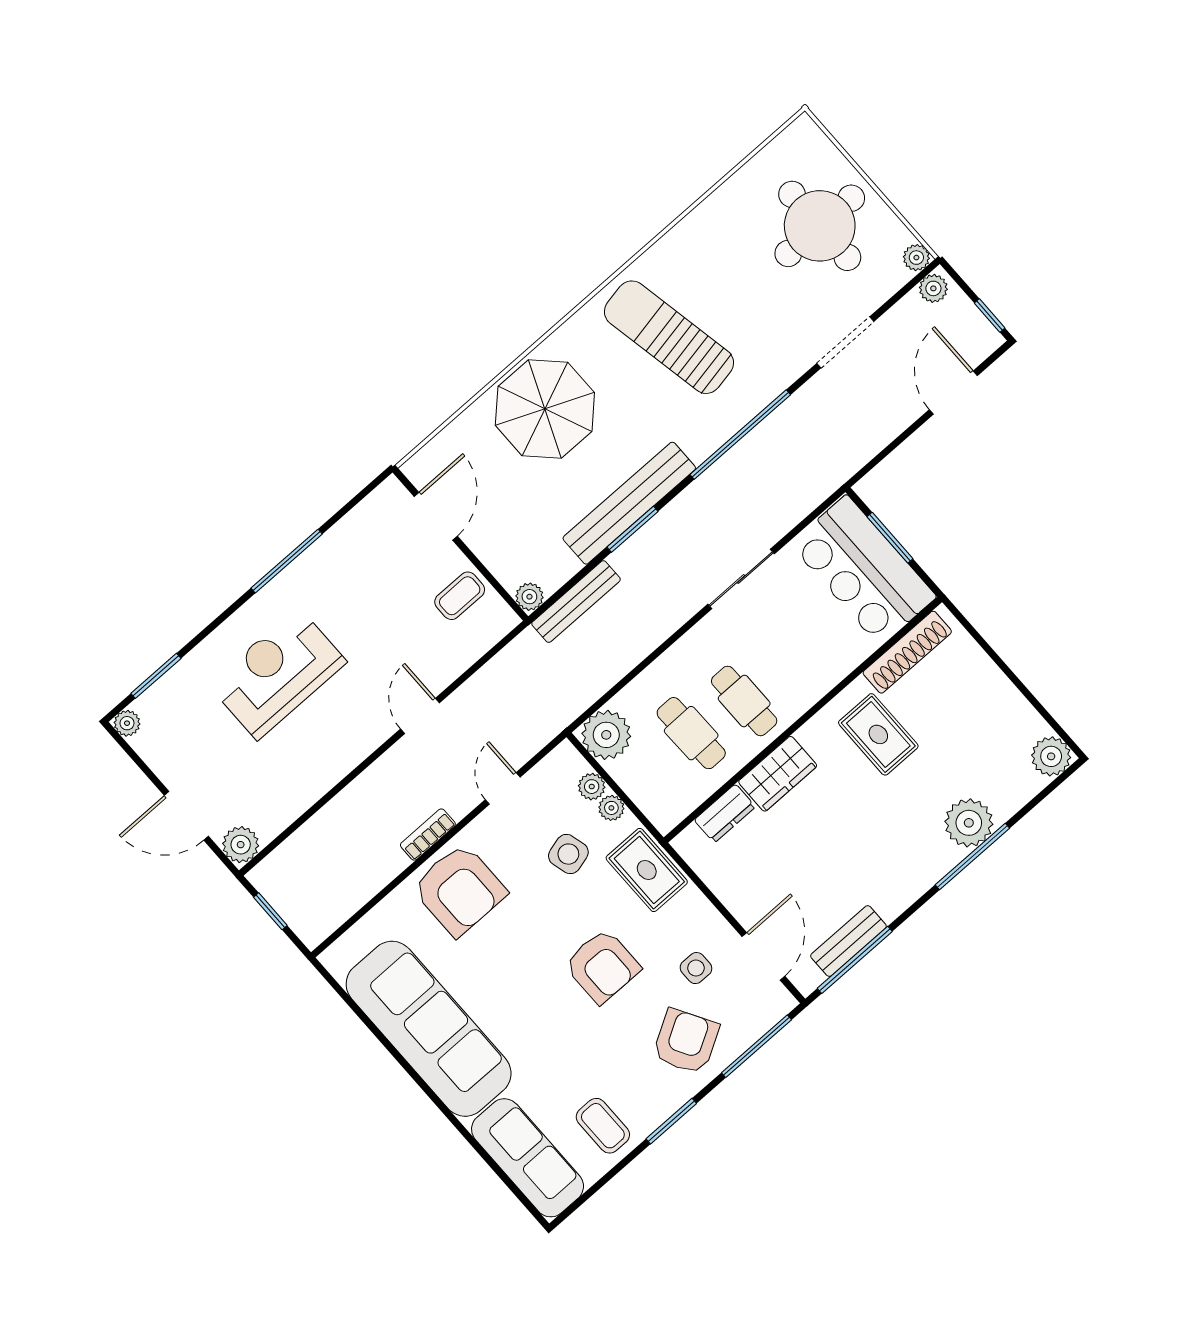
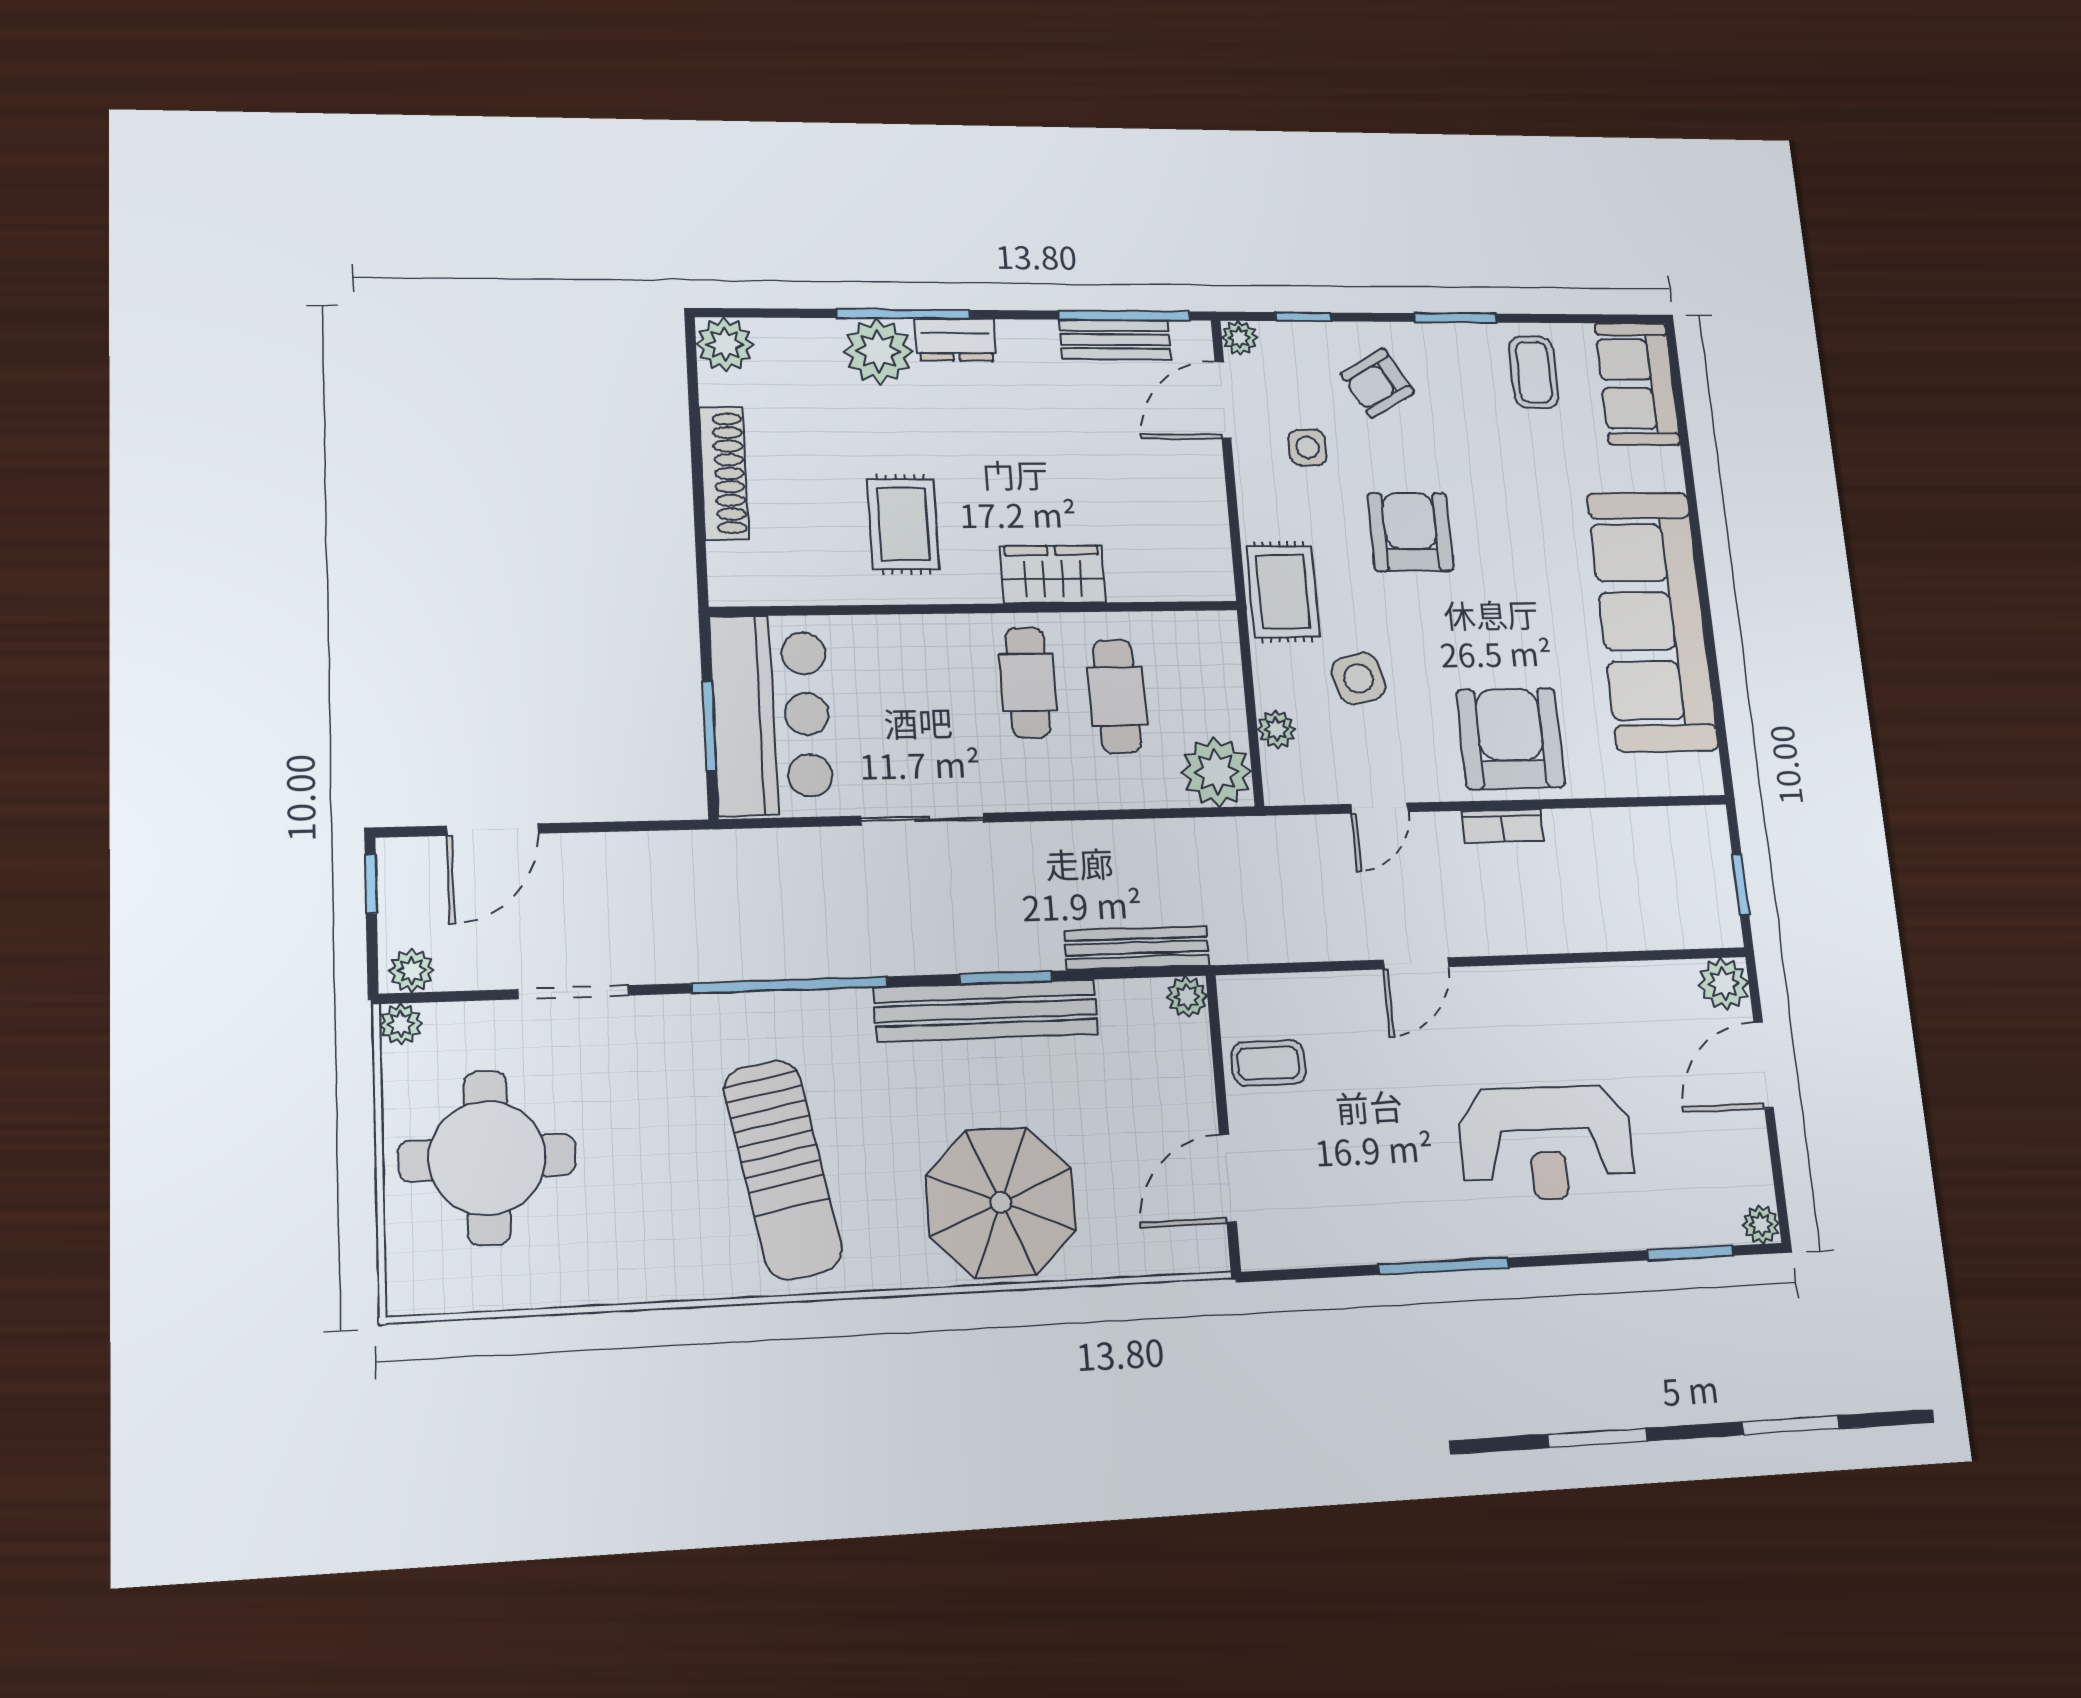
shoe rack: (907, 652) -> (724, 473), moved, turned 90
plant: (611, 808) -> (1239, 338), moved
dresser: (725, 813) -> (956, 340), moved, turned 180
door: (186, 816) -> (1764, 1065), swing flipped
armchair: (686, 1041) -> (1377, 383), width x0.72, depth x0.72
window: (756, 1046) -> (1303, 317), width x0.46
sofa: (528, 1158) -> (1637, 384), width x0.73

